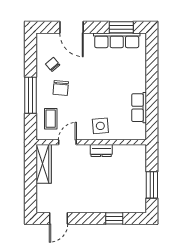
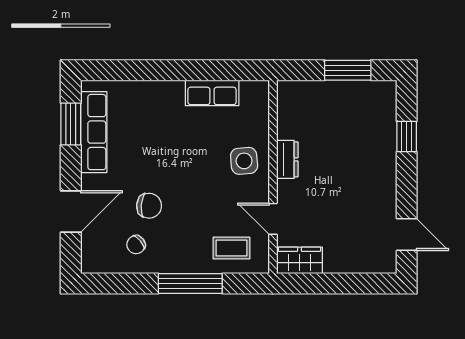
chair: (61, 88) -> (149, 206), moved
wardrobe: (44, 164) -> (299, 260), width x0.67

